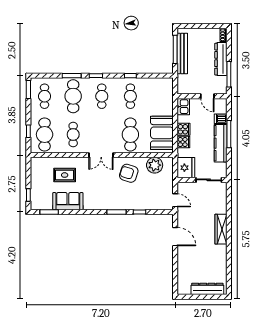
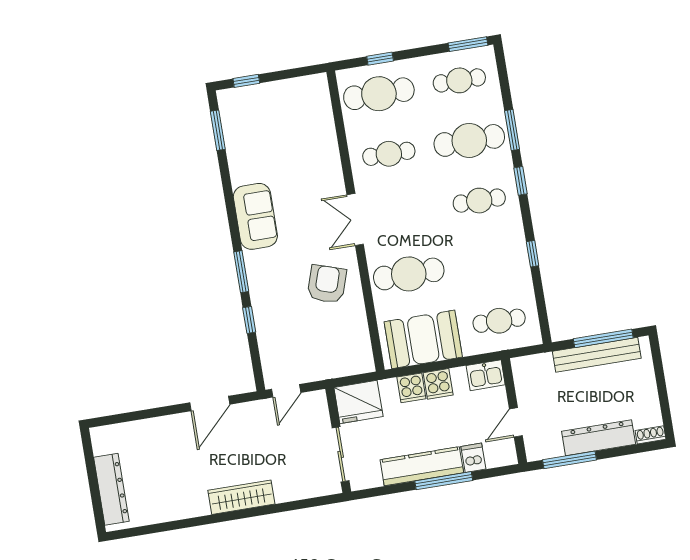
cafe table: (130, 96) -> (499, 321), moved
plant: (155, 165) -> (353, 335), removed
rug: (65, 175) -> (301, 150), removed
sofa: (68, 201) -> (255, 216), moved

